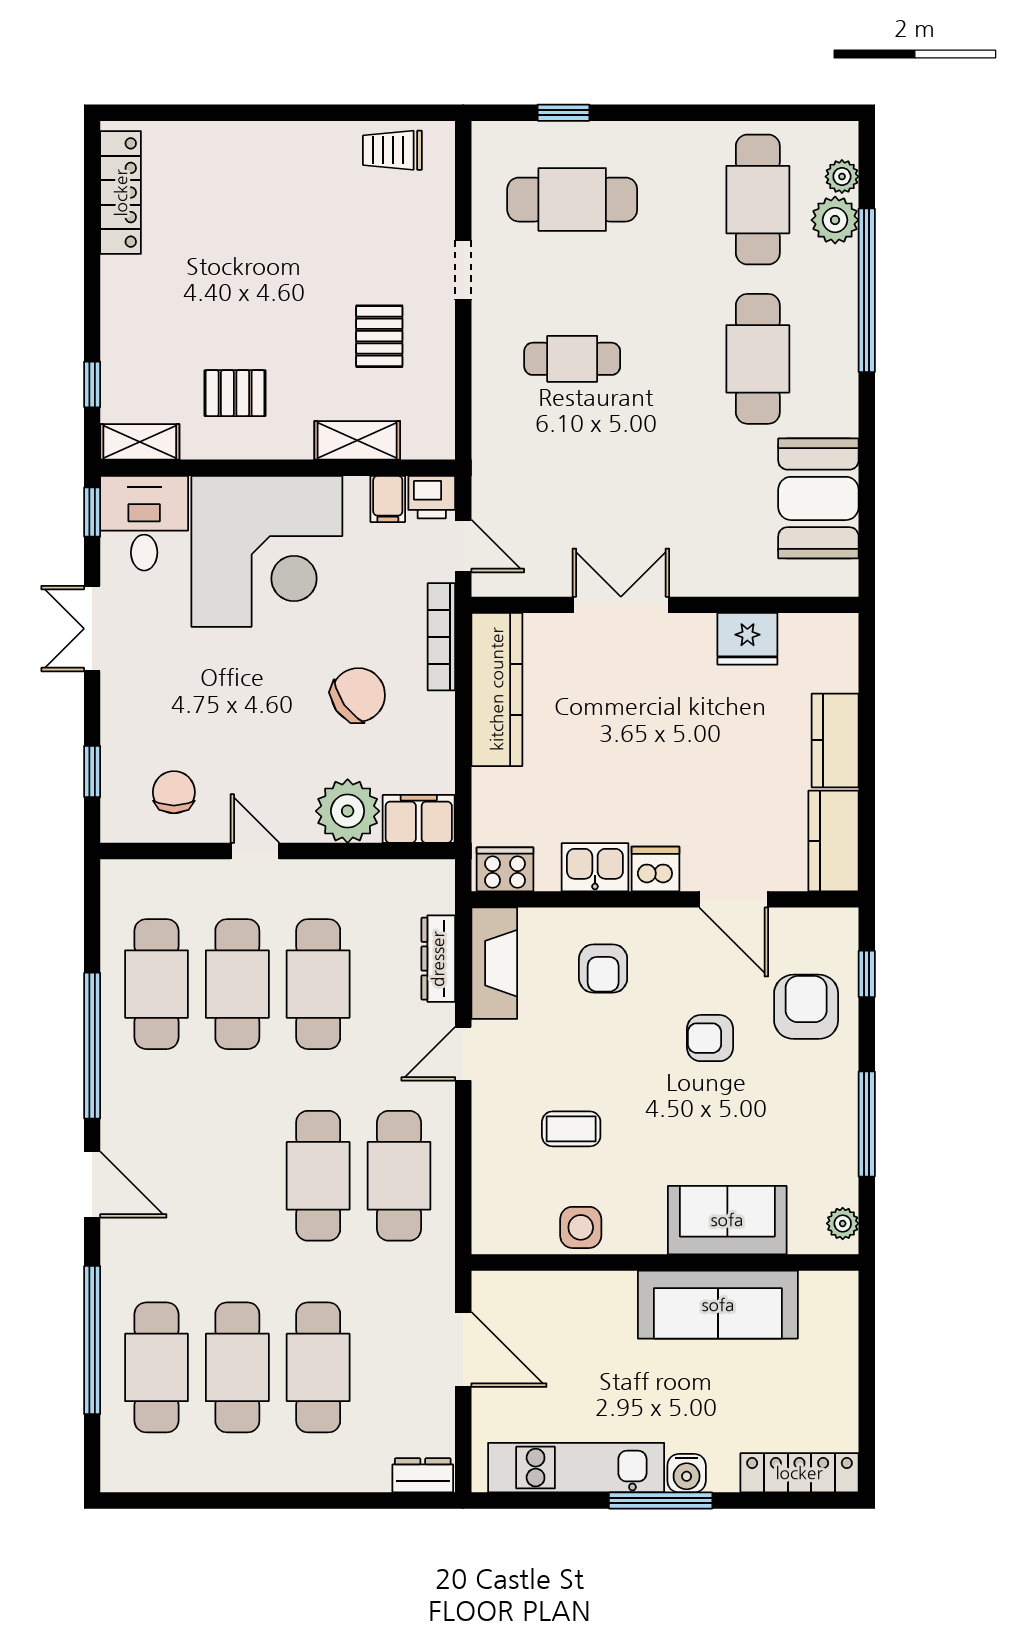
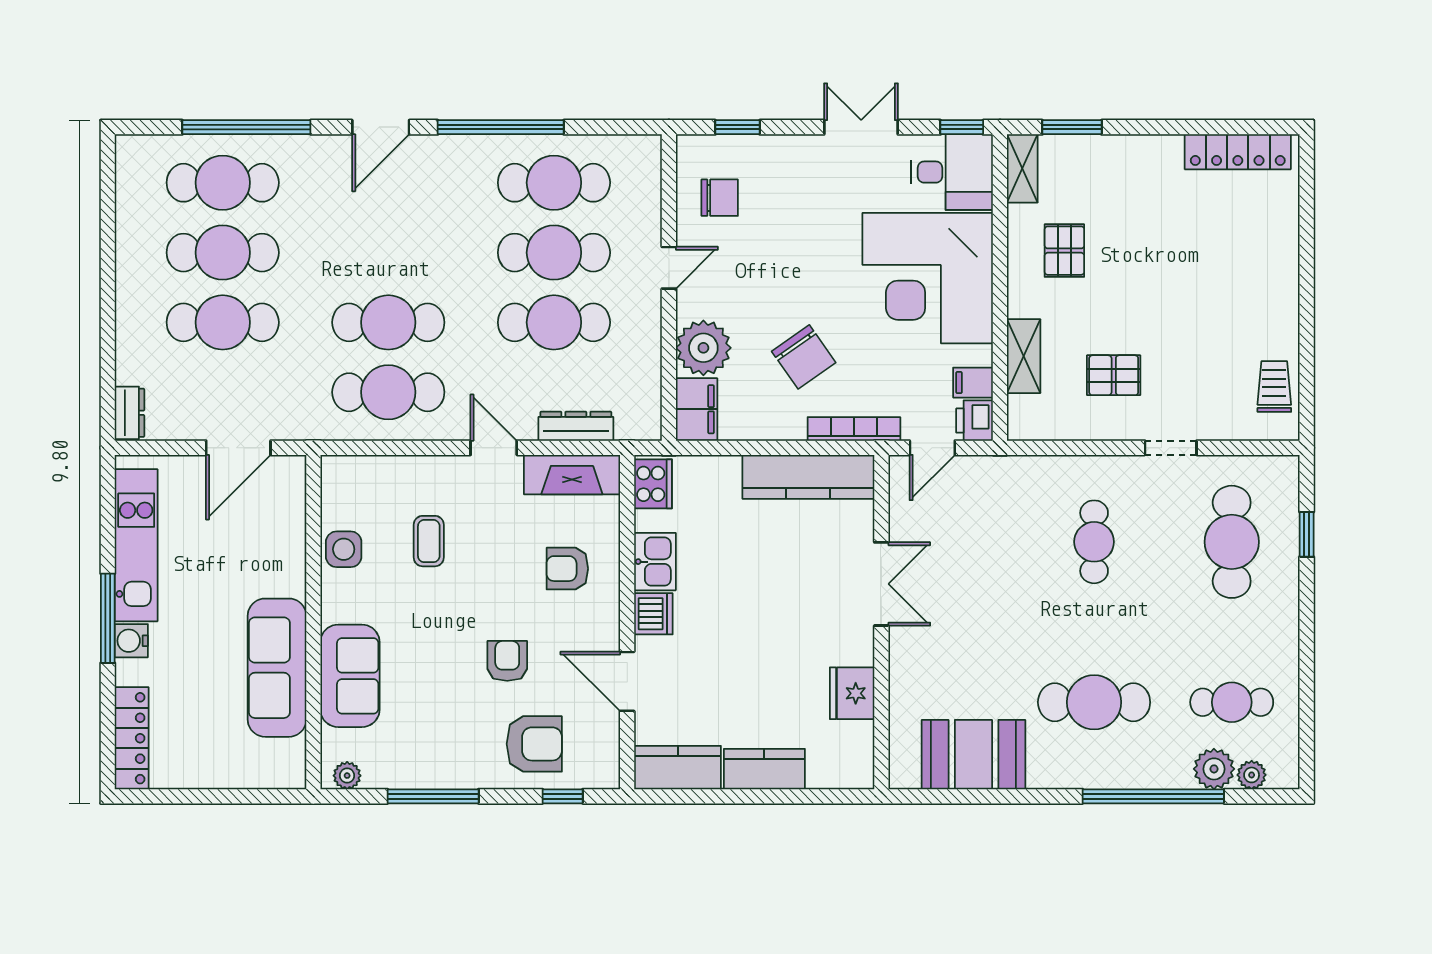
cafe table: (758, 200) -> (1232, 702), width x0.73, depth x0.74
window: (92, 384) -> (1072, 127), width x1.50
door: (734, 899) -> (627, 681), hinge flipped

